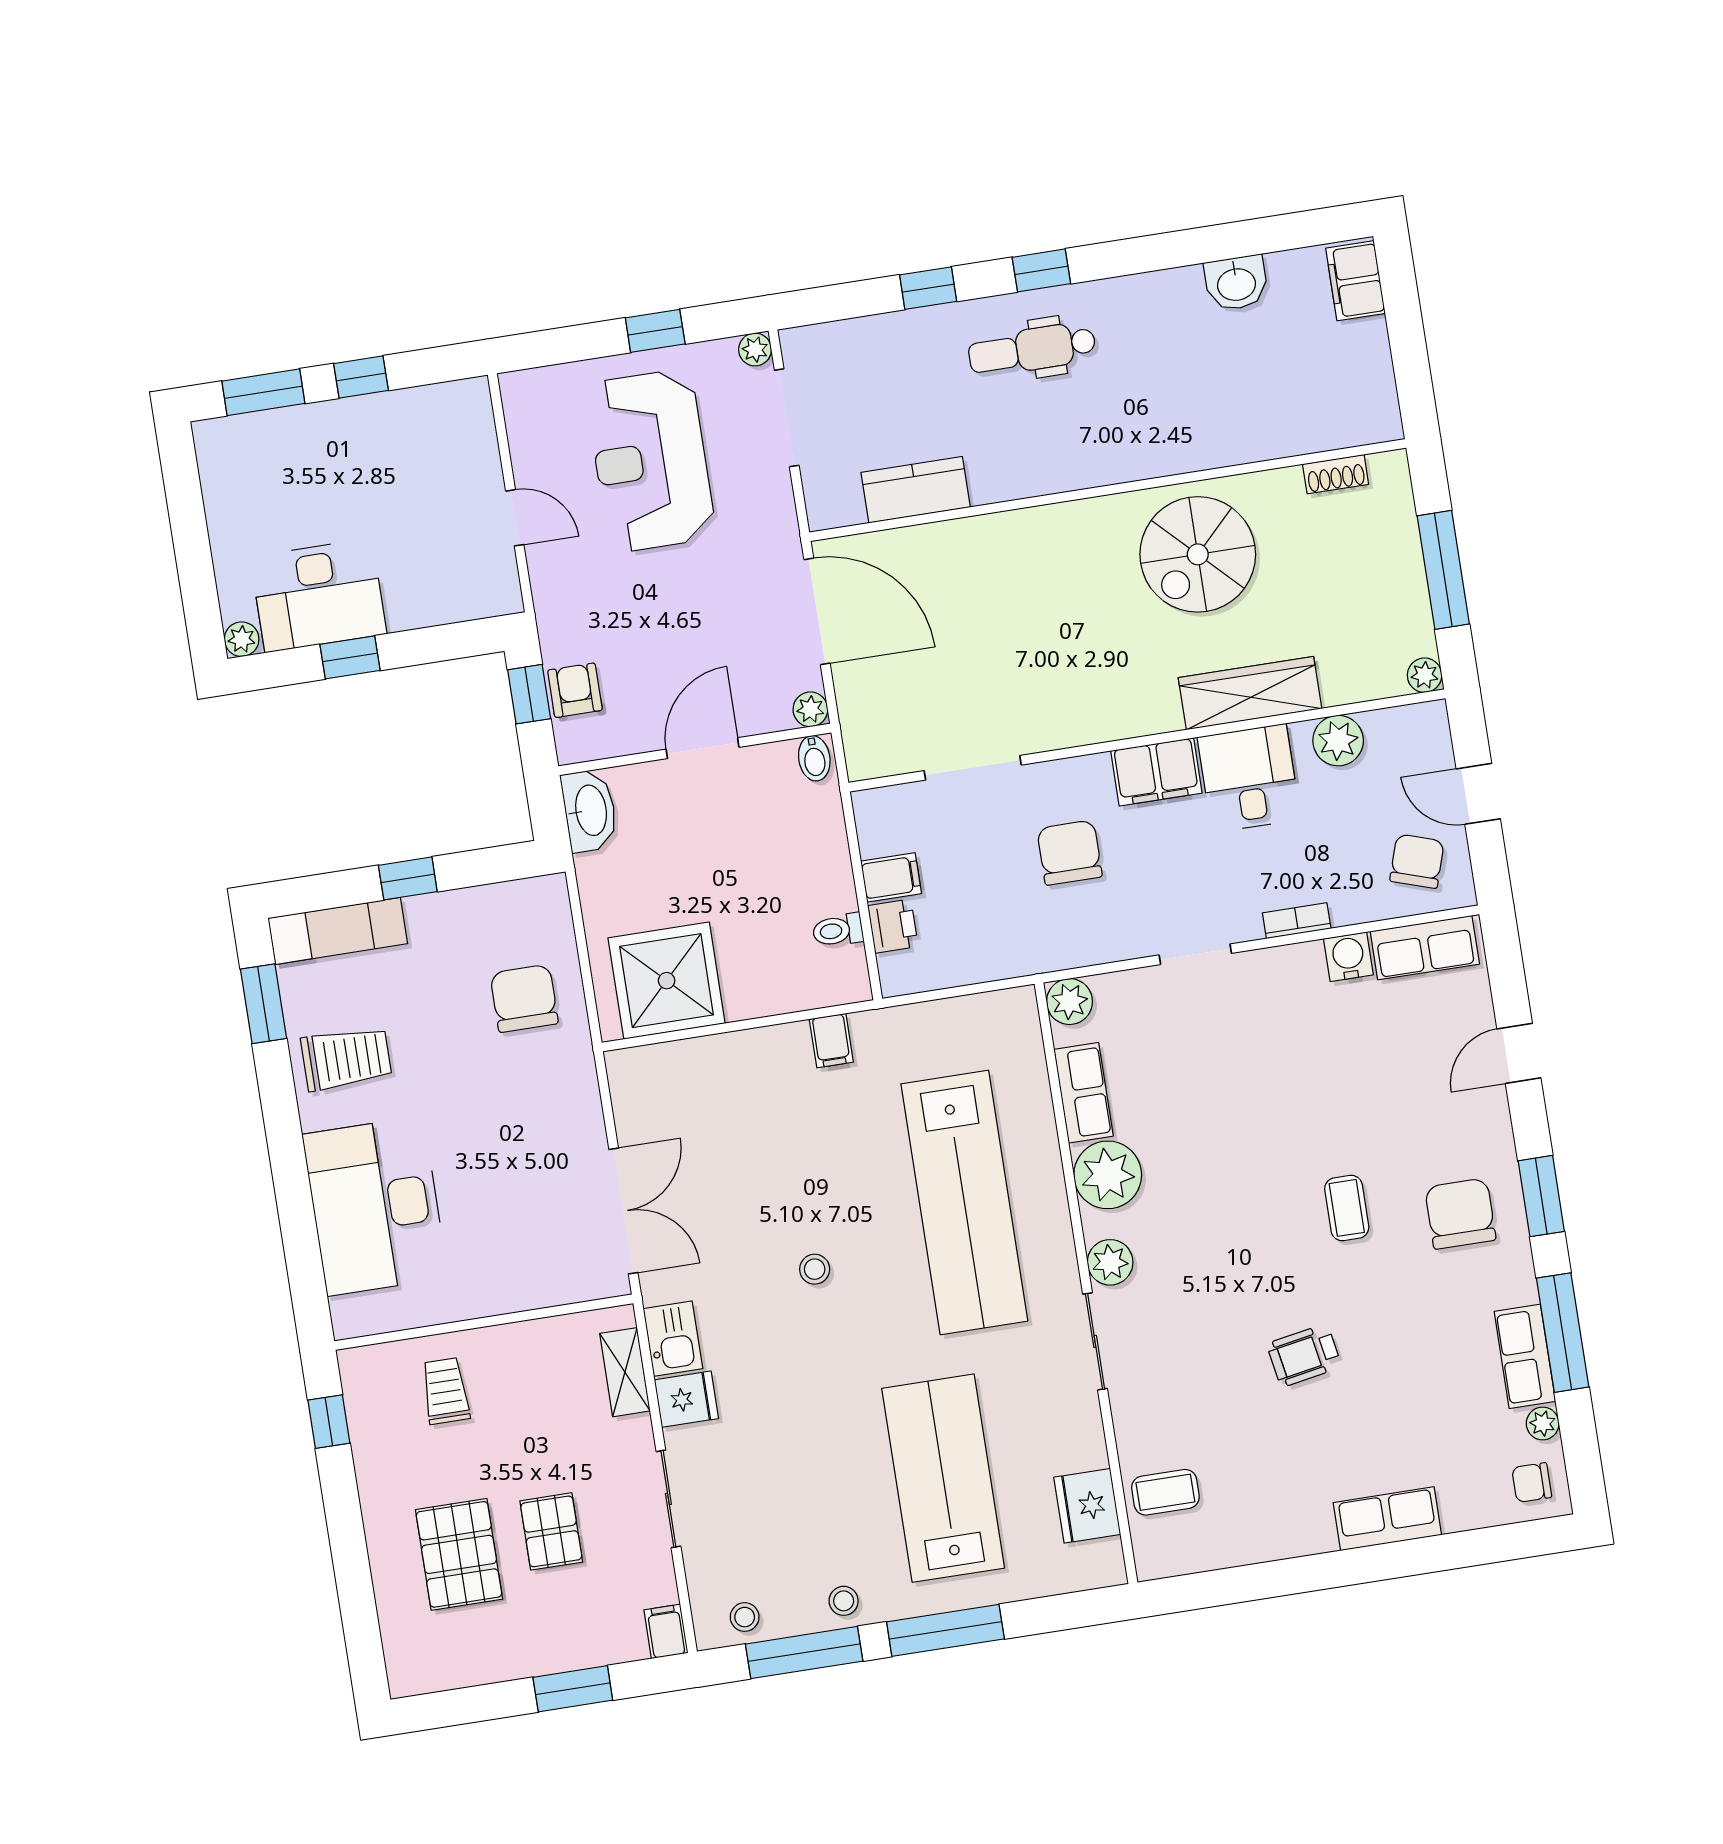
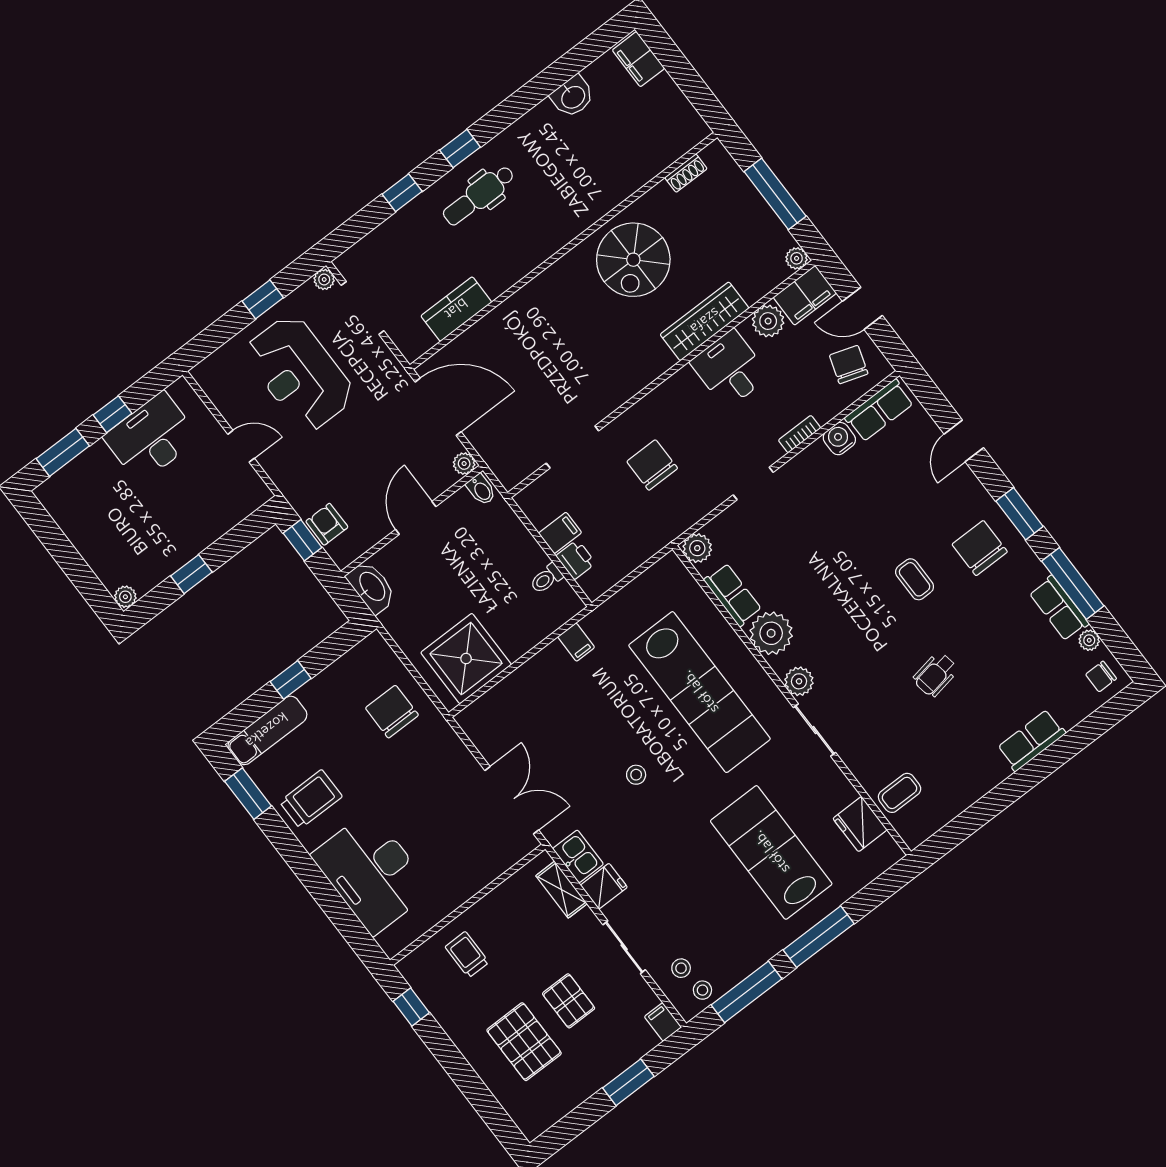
desk: (318, 595) -> (151, 437), moved, turned 180
filing cabinet: (1156, 772) -> (805, 295), moved
stool: (844, 1601) -> (681, 968), moved

